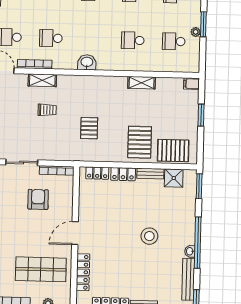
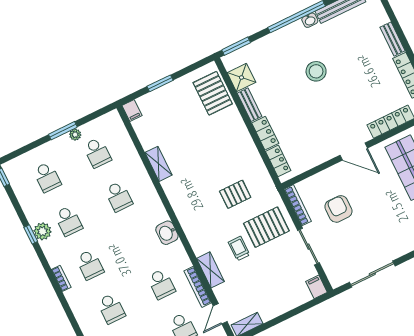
pallet: (140, 142) -> (266, 227), moved
armchair: (38, 199) -> (338, 209), turned 90

